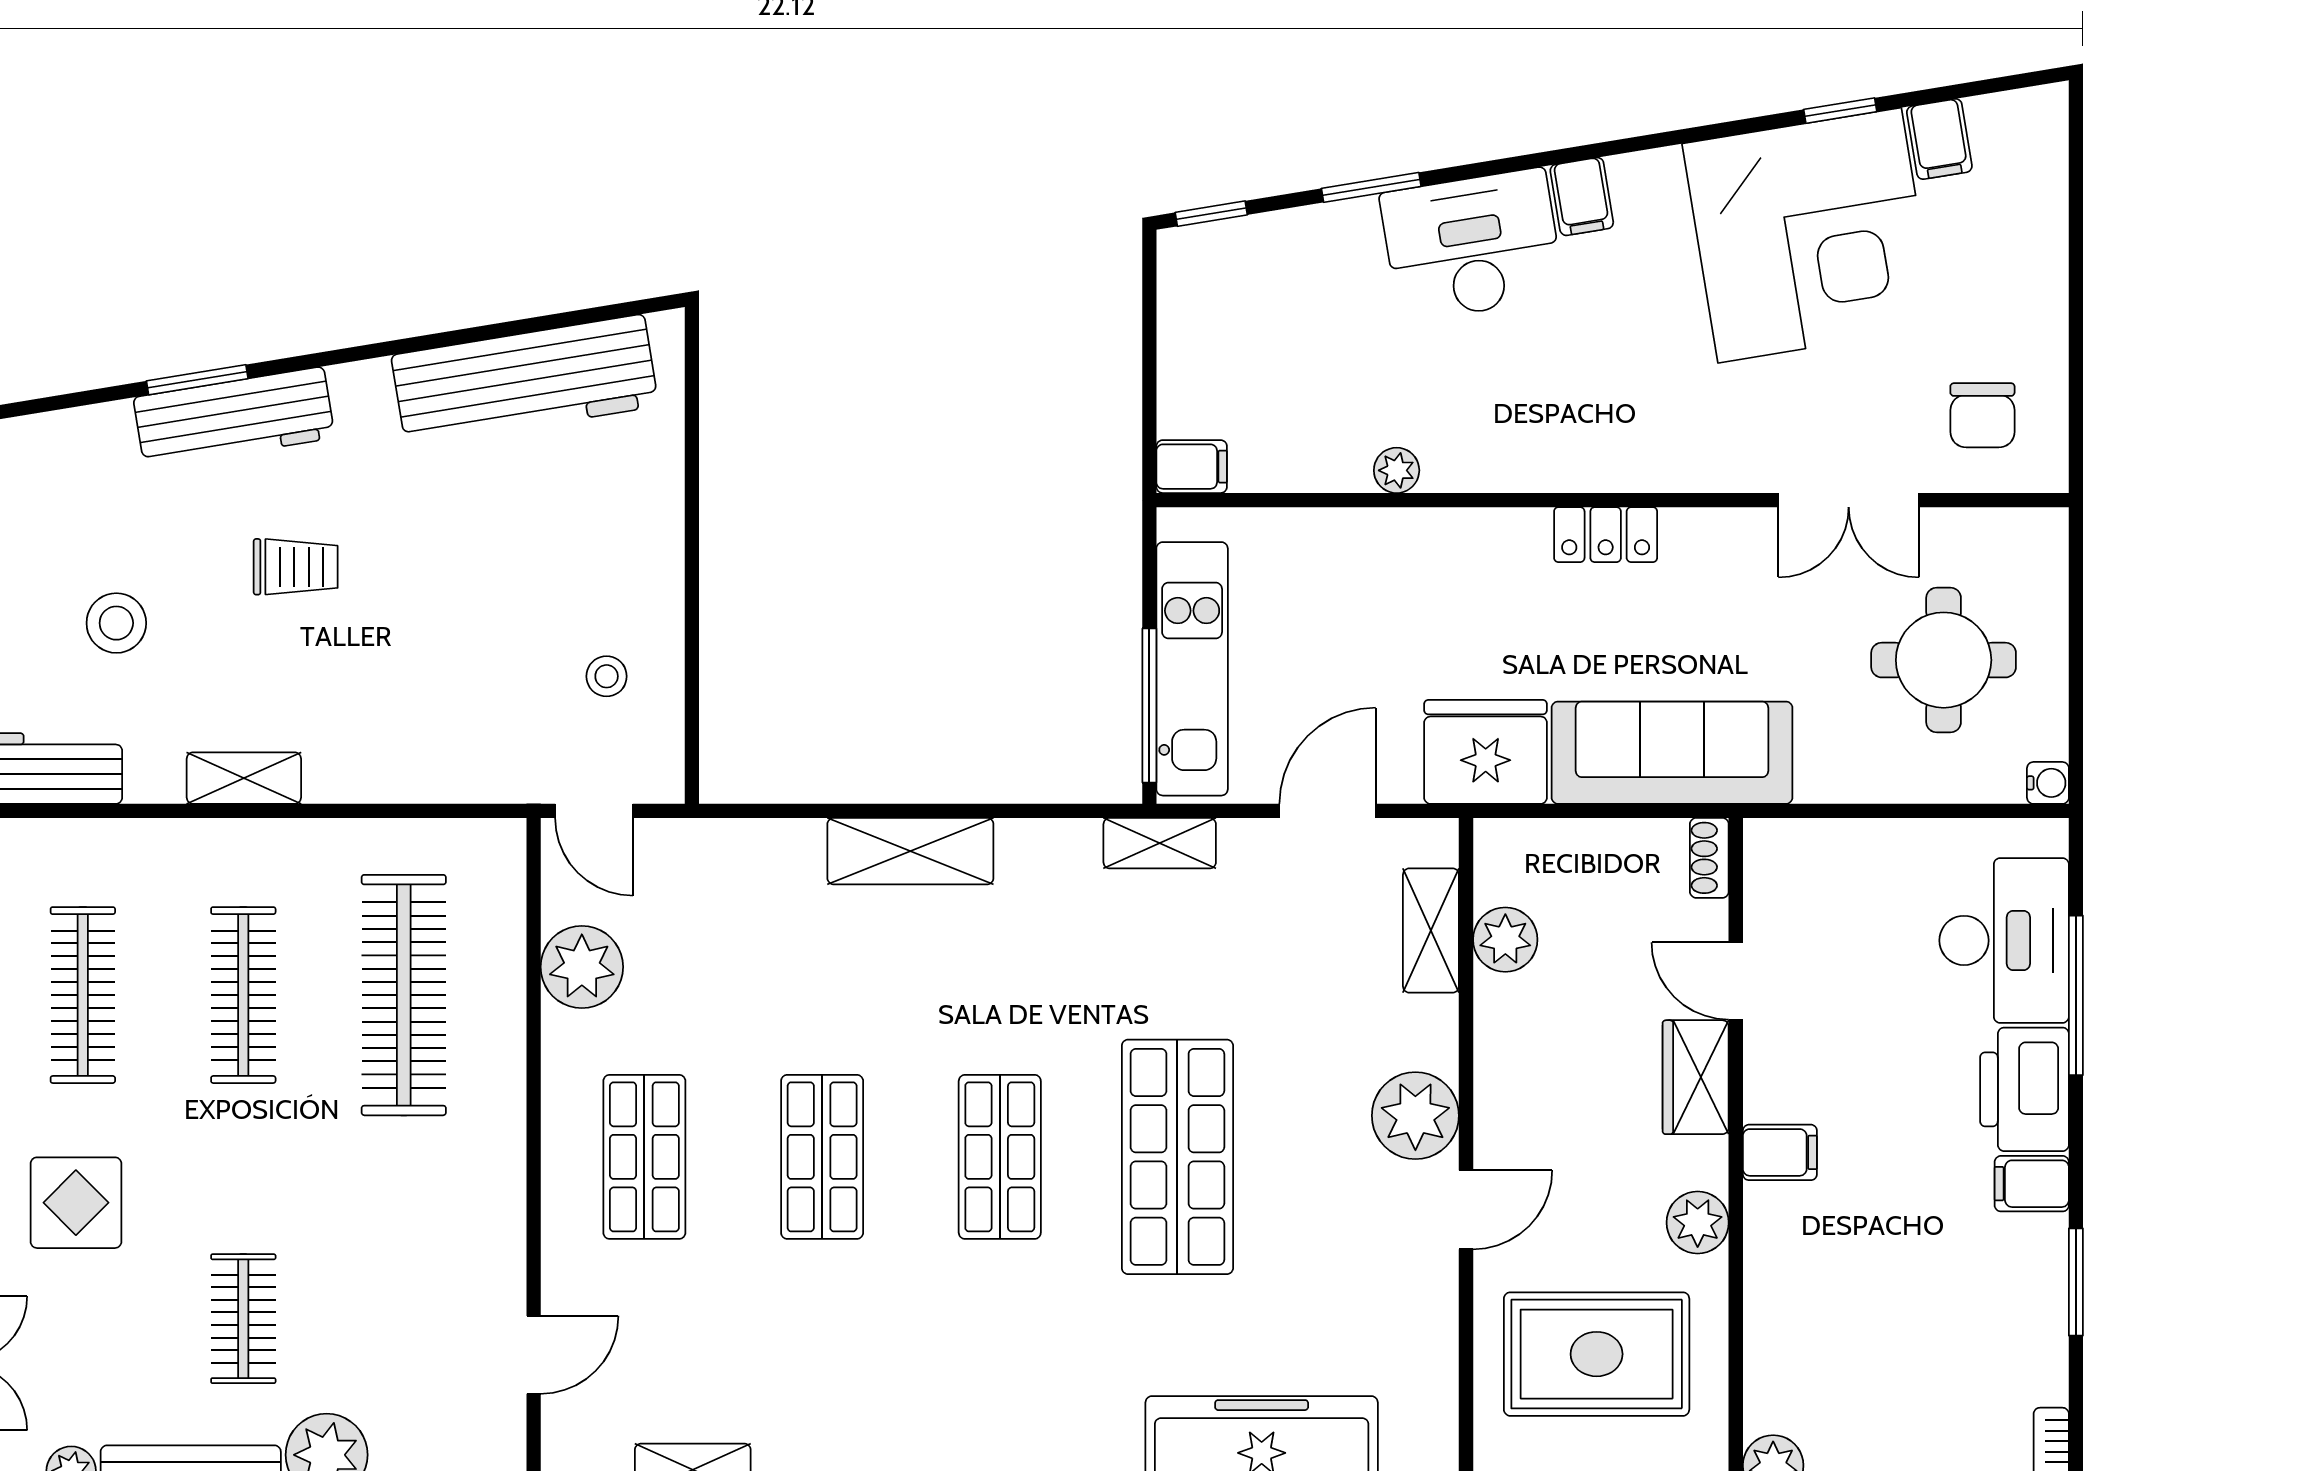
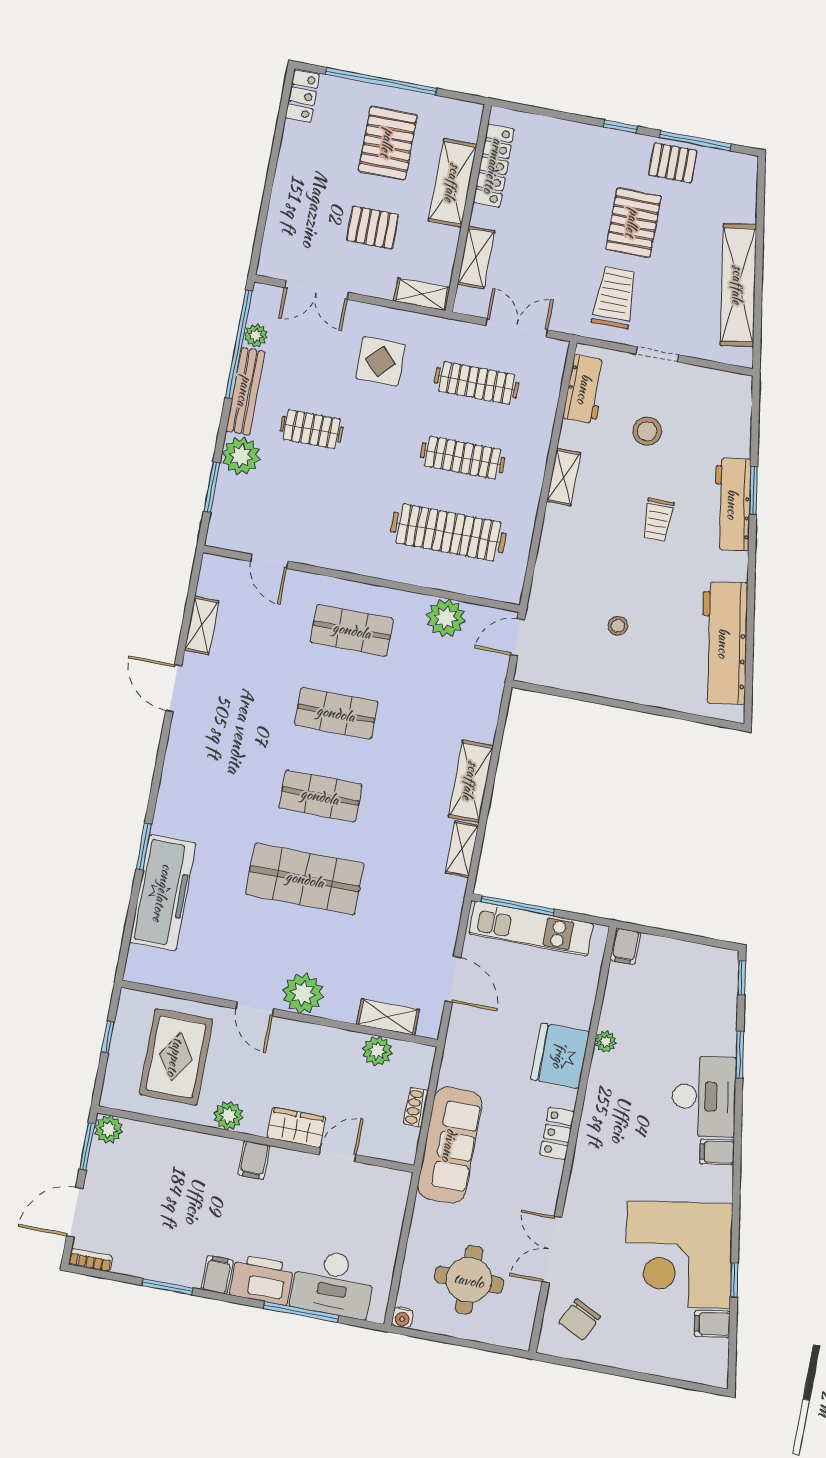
chair: (1982, 415) -> (580, 1320), turned -64
stool: (607, 676) -> (618, 626), moved
fridge: (1486, 752) -> (560, 1056), moved, turned 180
shelving: (1160, 843) -> (462, 849), moved
shoe rack: (1709, 858) -> (416, 1107), moved, turned -90

